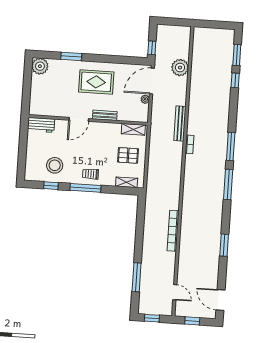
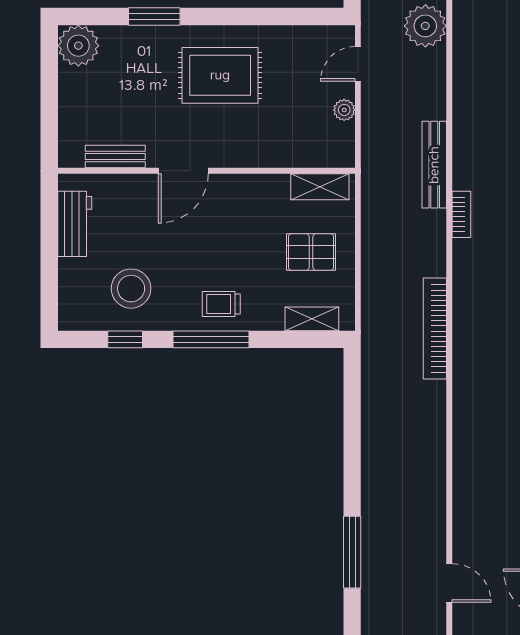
door: (152, 81) -> (358, 64), width x0.53
bench: (105, 115) -> (115, 156), moved
workbench: (41, 125) -> (75, 224), moved, turned -90
bookcase: (173, 231) -> (435, 329), moved

